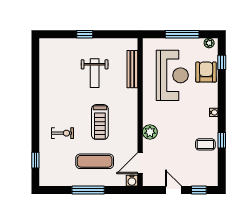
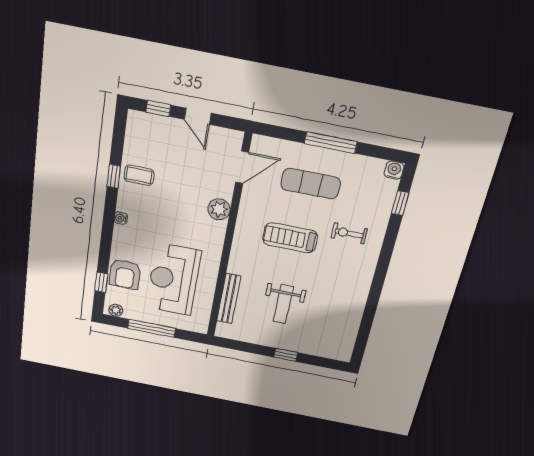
weight bench: (95, 73) -> (283, 304), turned 180
treadmill: (100, 122) -> (290, 238), turned -90
water cooler: (132, 181) -> (394, 170), moved

